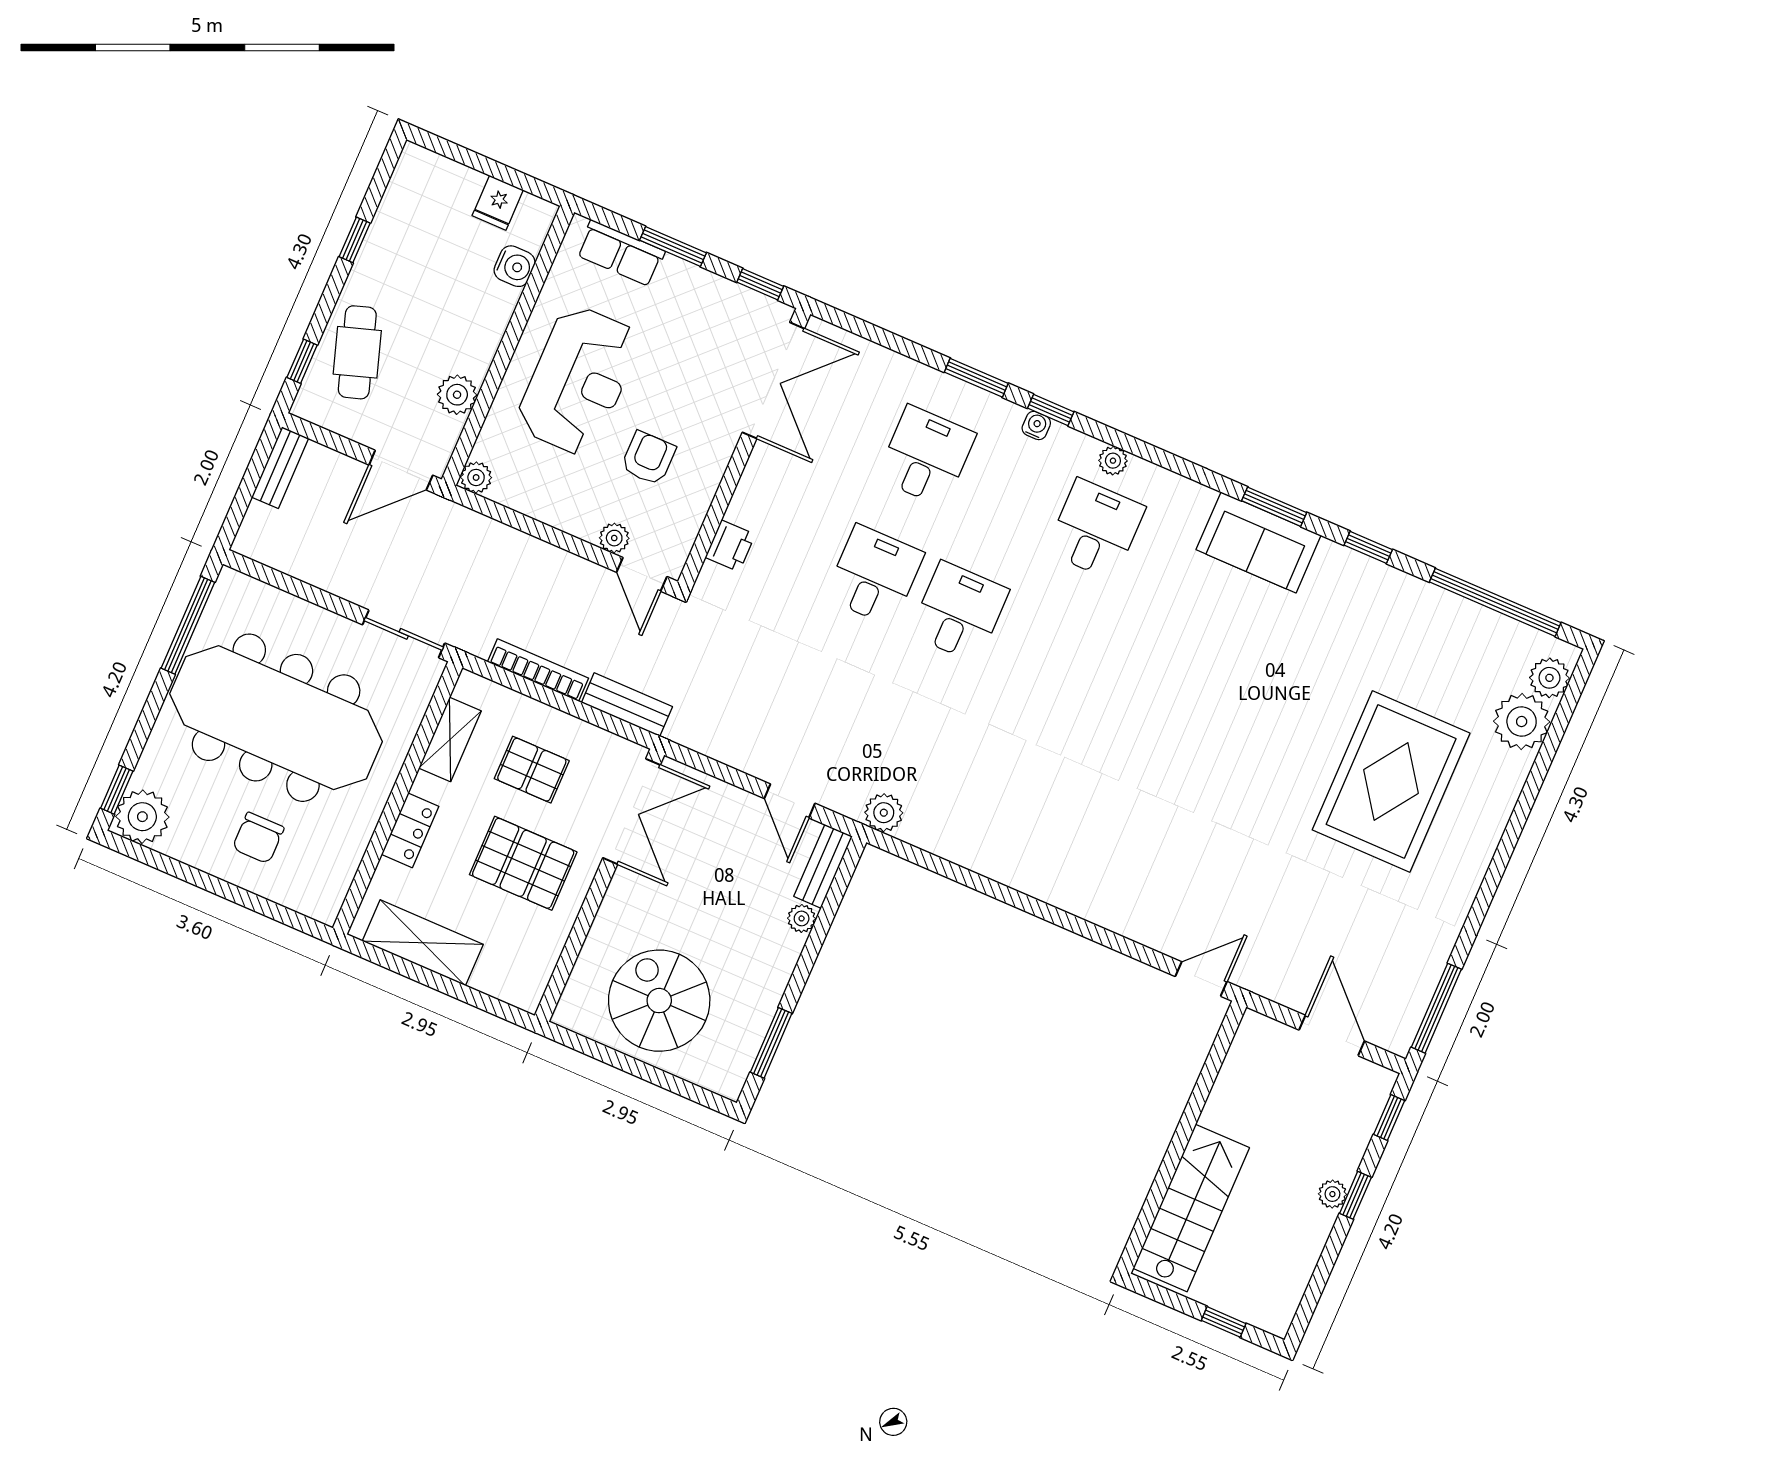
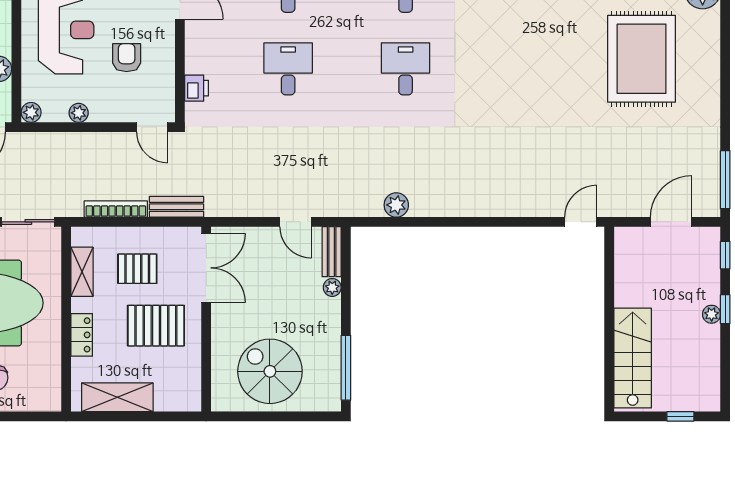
plant: (614, 538) -> (79, 113), moved
desk: (959, 612) -> (406, 69), moved
plant: (884, 813) -> (396, 205), moved
door: (1332, 1036) -> (671, 222), hinge flipped
window: (771, 1043) -> (346, 368), width x1.44

